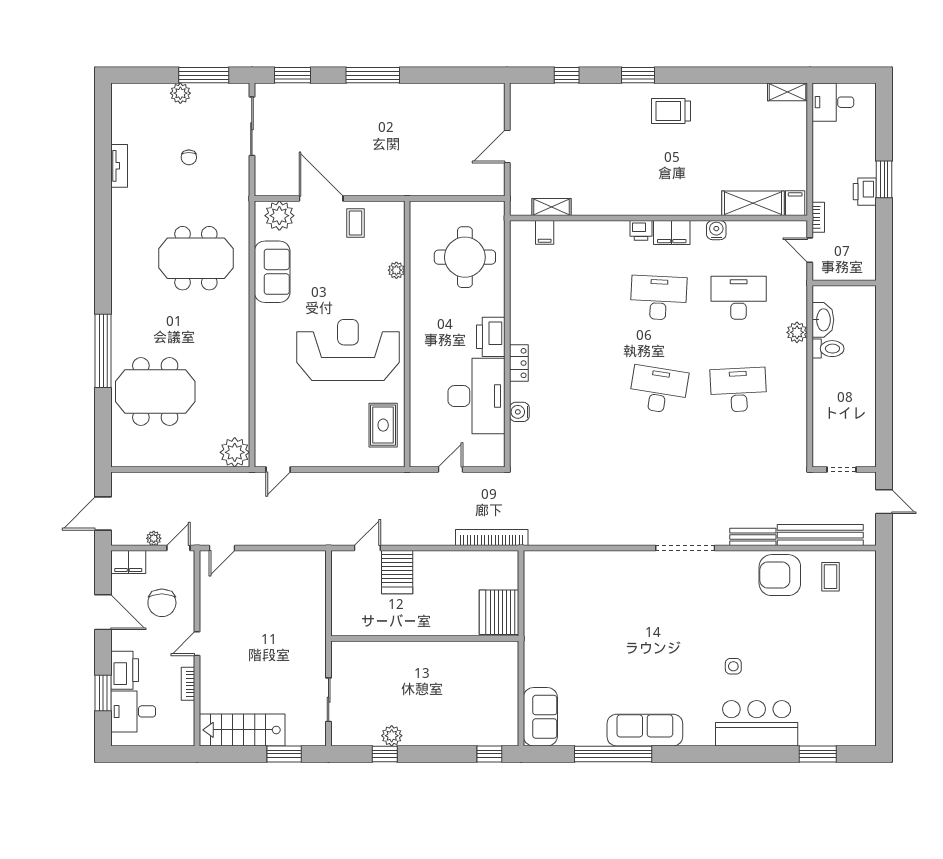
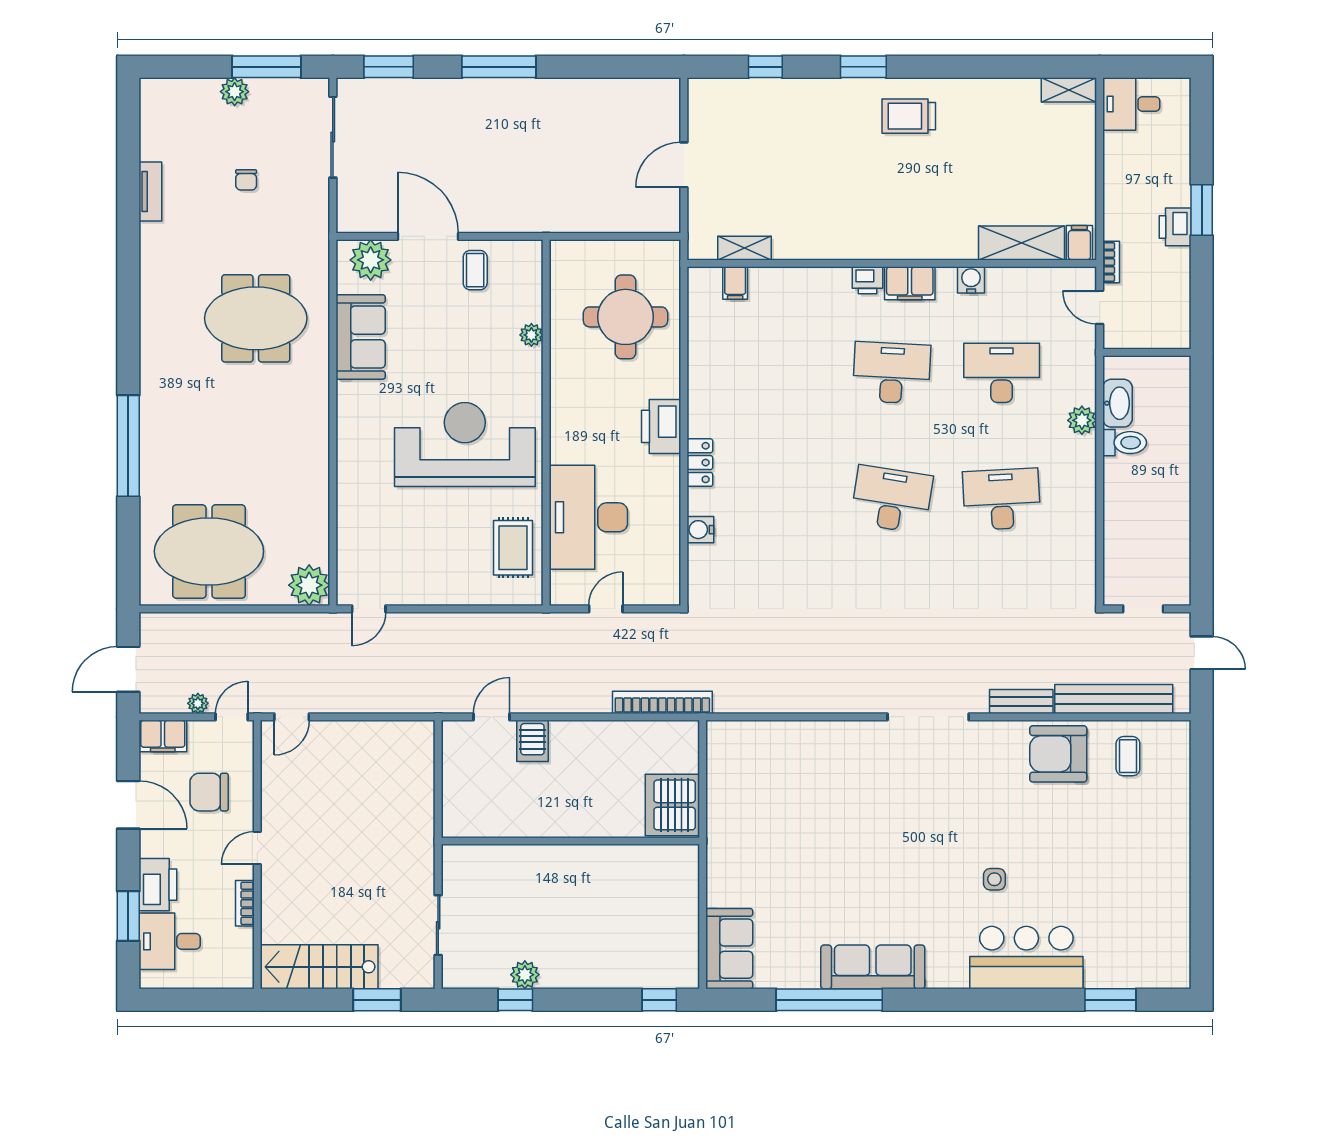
meeting table: (155, 392) -> (209, 551), moved
desk: (477, 396) -> (588, 517), moved, turned 180
server rack: (397, 572) -> (532, 741), width x0.73, depth x0.70
chair: (162, 603) -> (209, 792), turned 90

